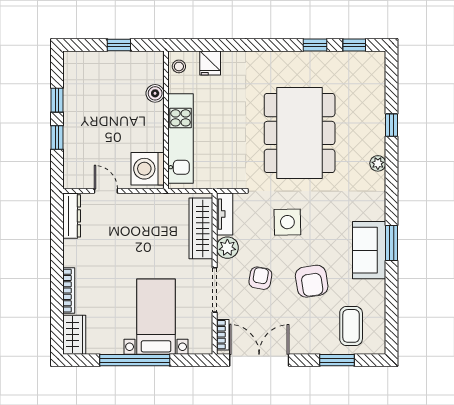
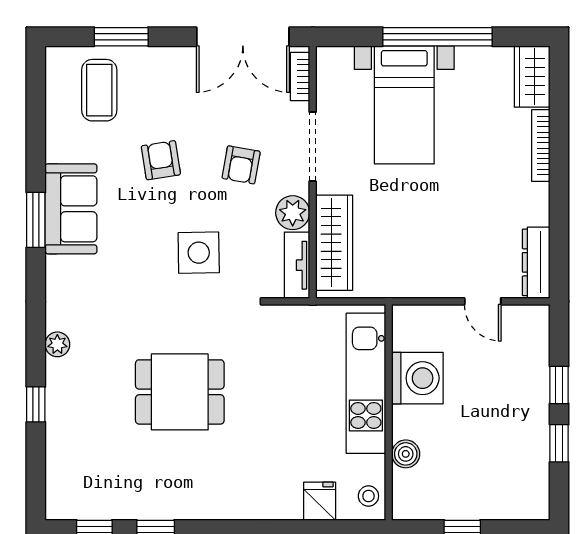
dining table: (300, 133) -> (180, 392), width x0.53, depth x0.80
washing machine: (148, 169) -> (417, 378), moved
armchair: (312, 281) -> (161, 160), width x0.72, depth x0.72

